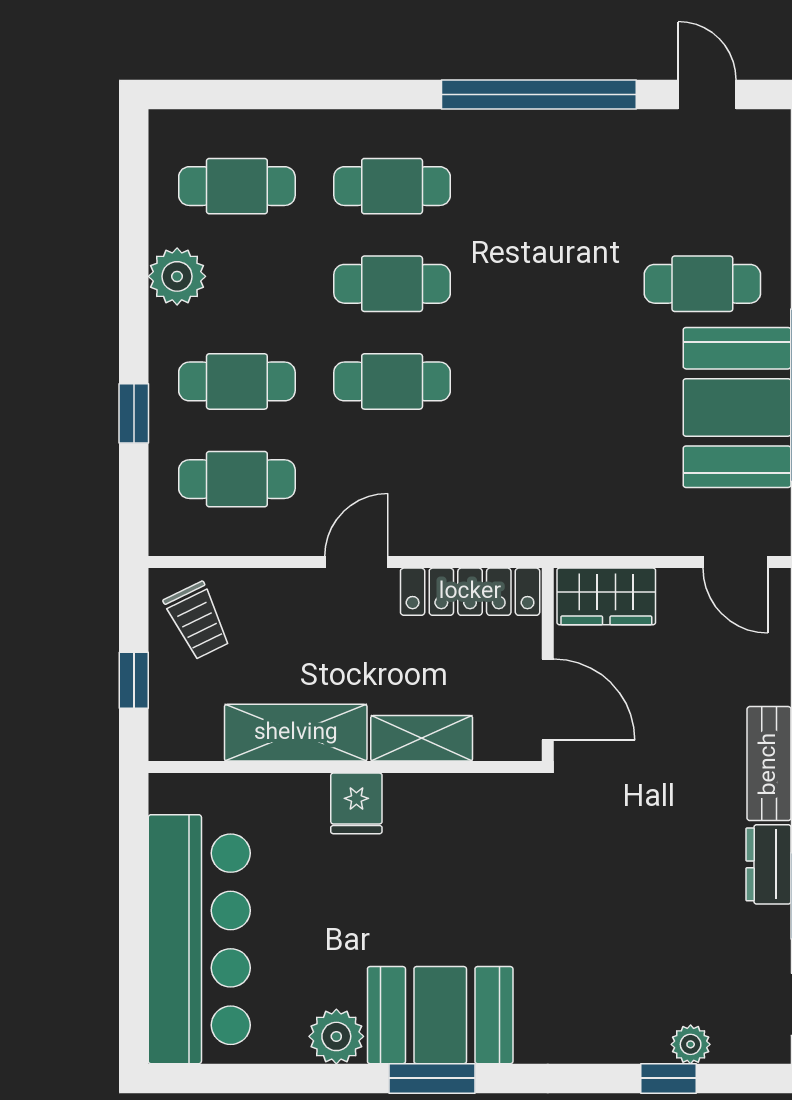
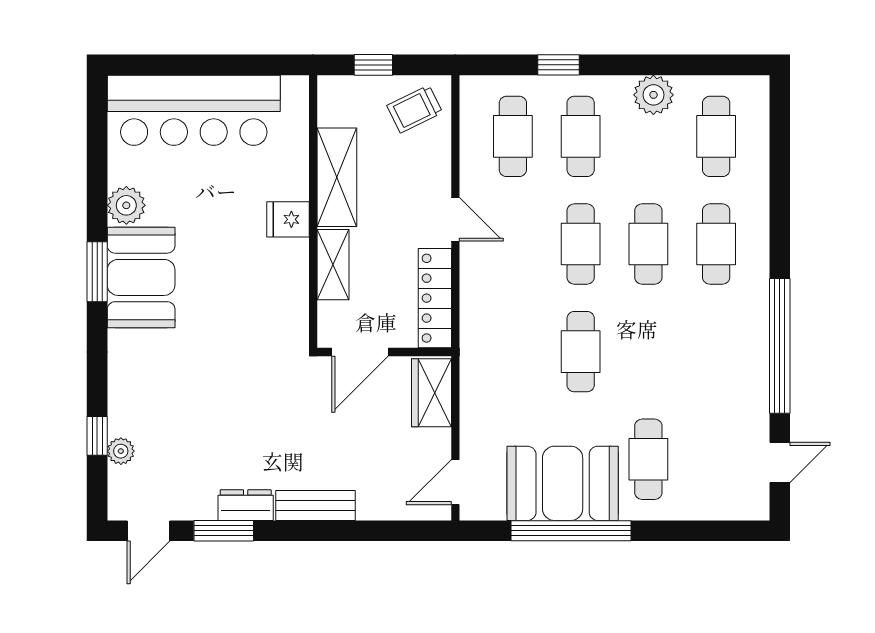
cafe table: (547, 381) -> (581, 352), added

